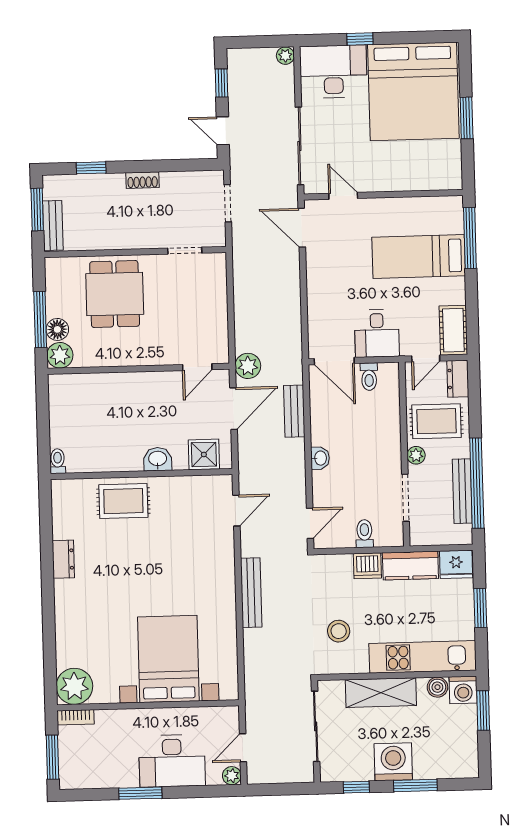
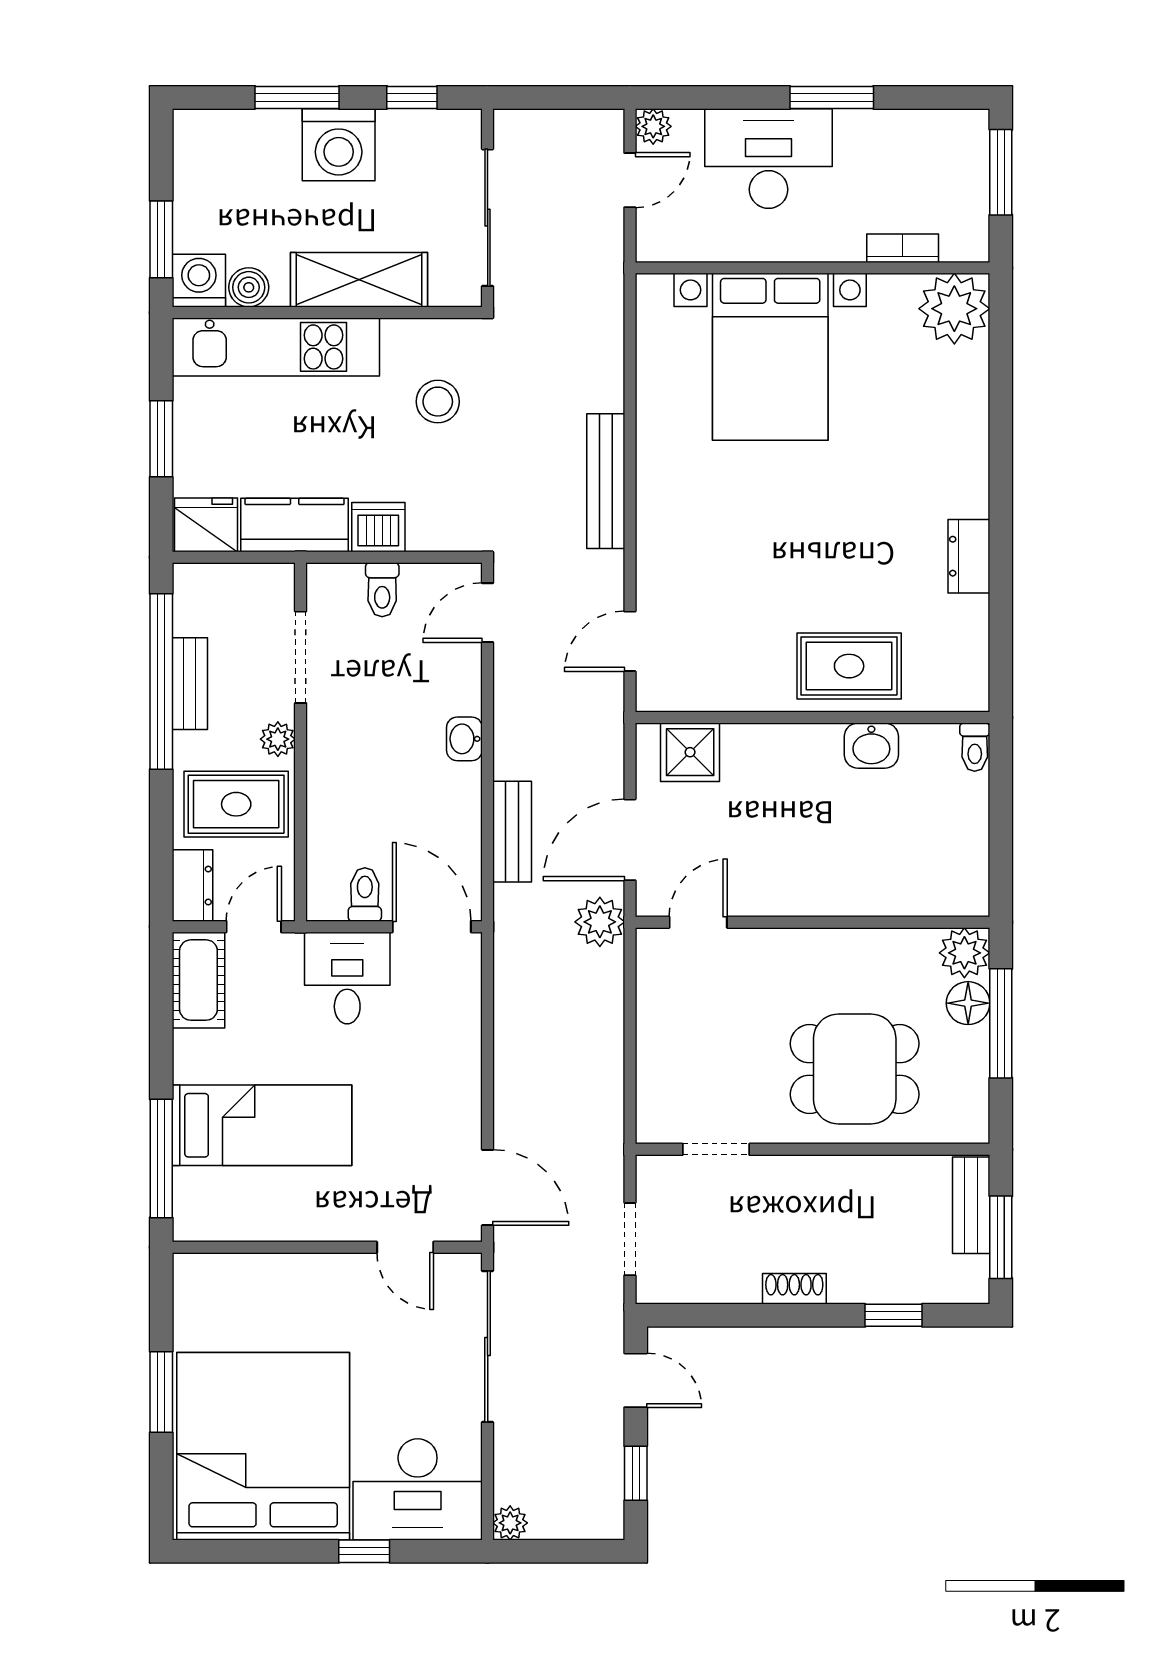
dining table: (115, 294) -> (855, 1069), turned 90
washbasin: (158, 459) -> (871, 746), moved
bench: (462, 491) -> (190, 684), width x0.73
bookcase: (75, 717) -> (903, 248), moved

